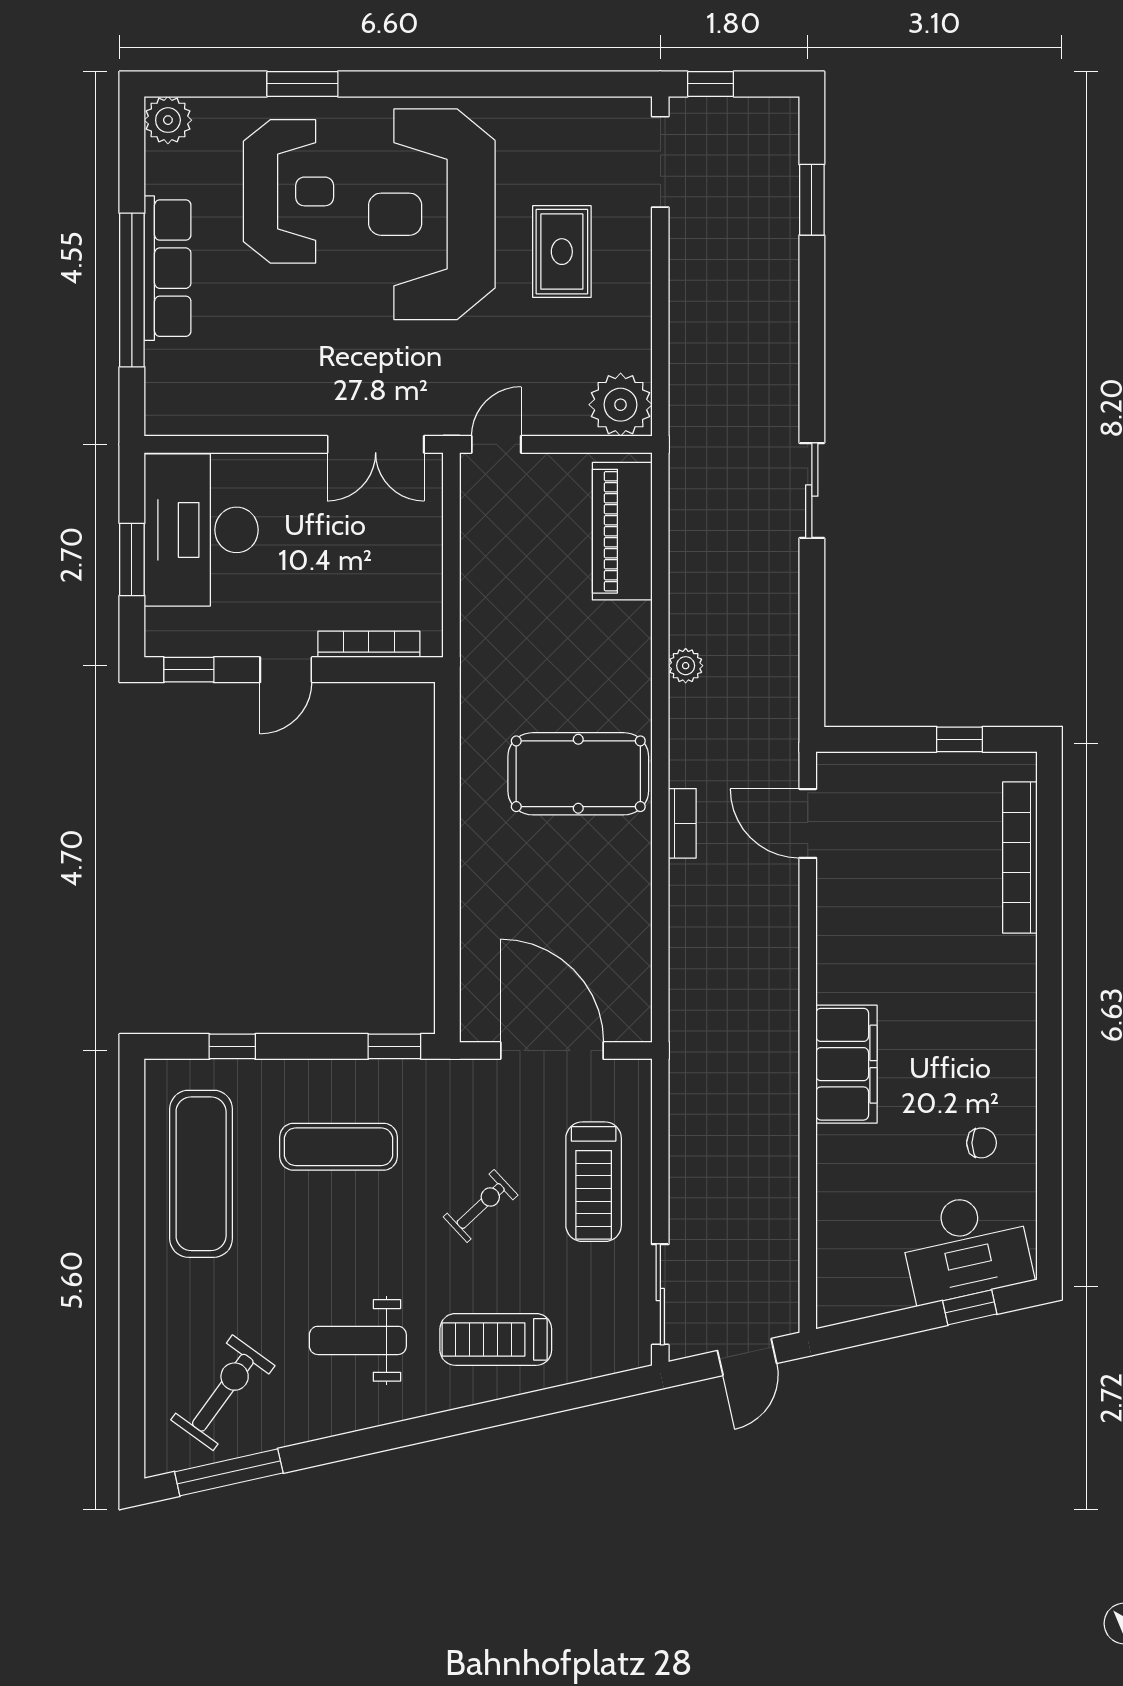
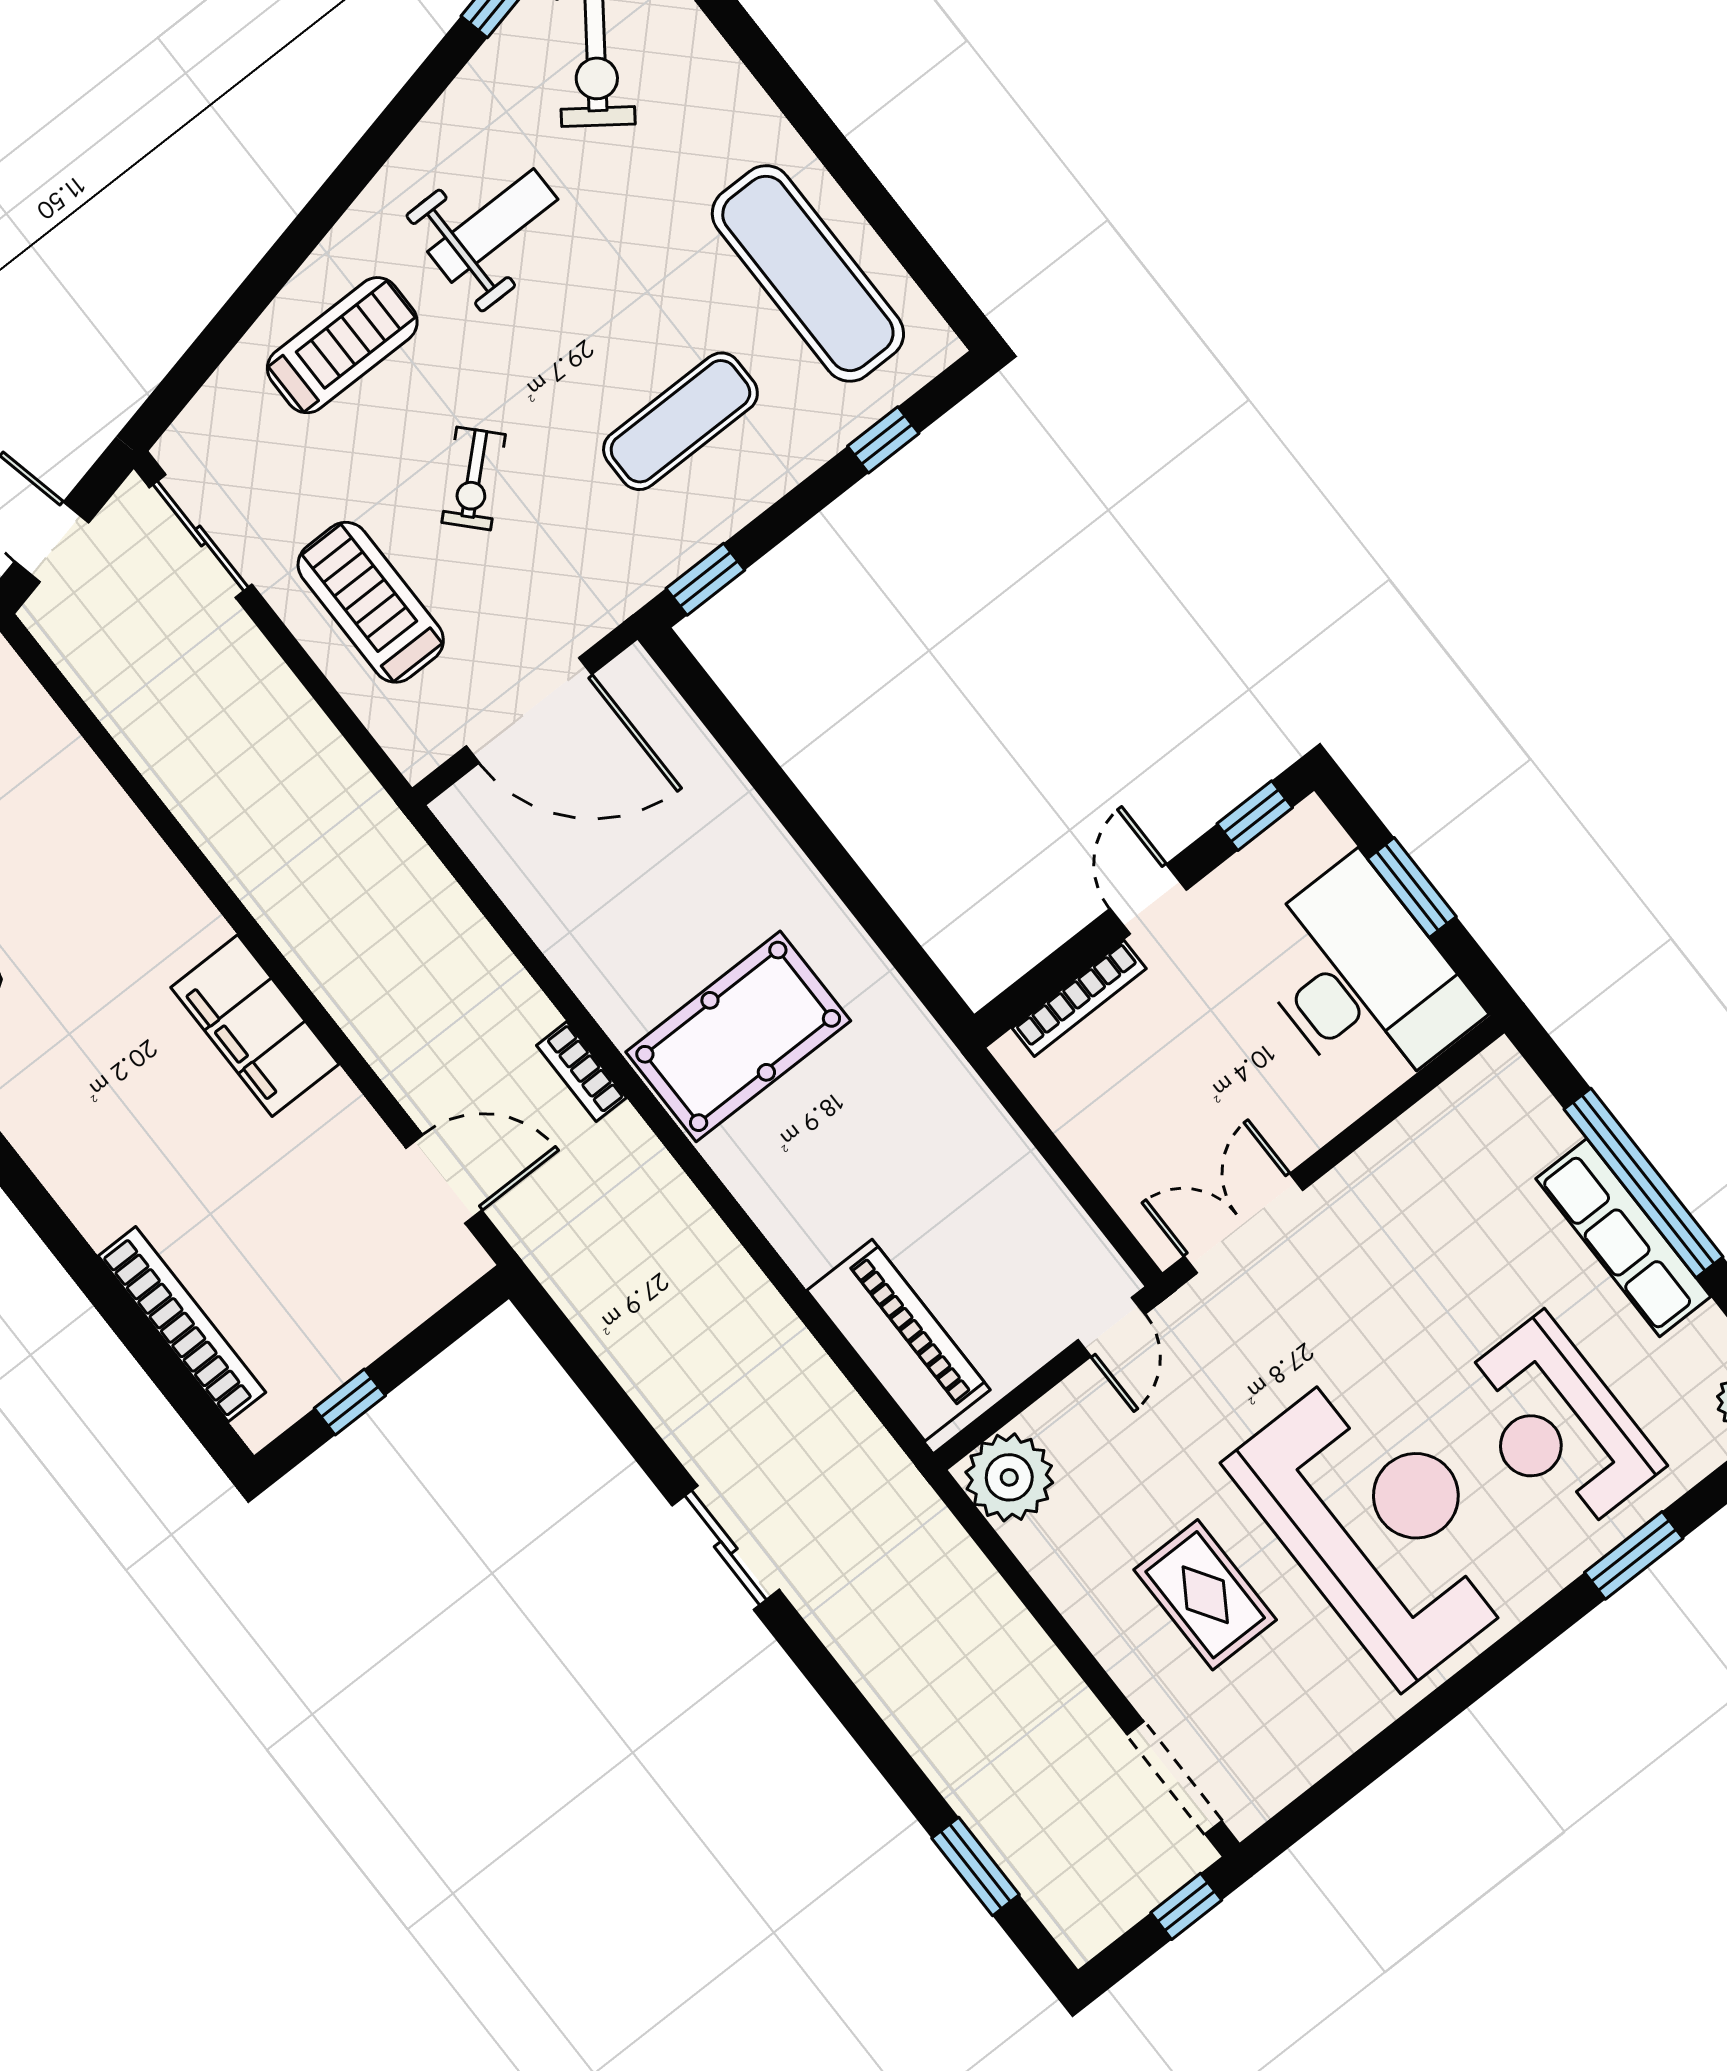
plant: (686, 666) -> (713, 1247), removed
filing cabinet: (846, 1064) -> (255, 1026), moved

